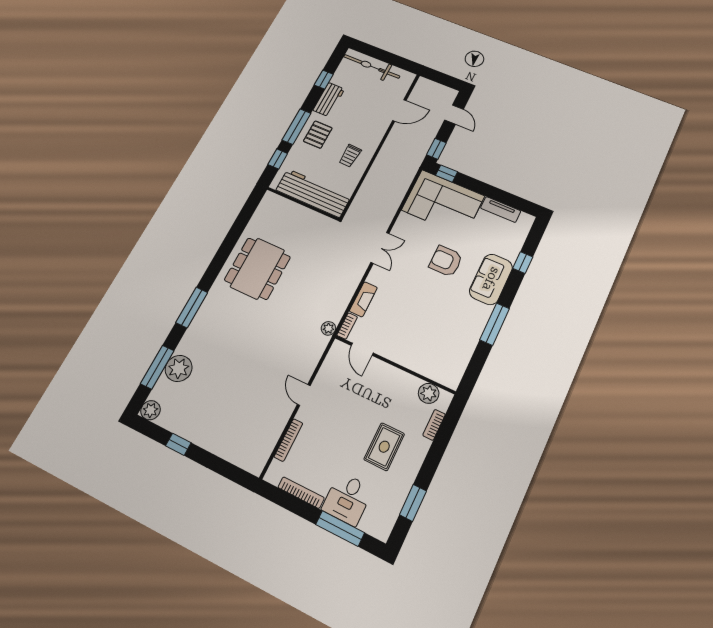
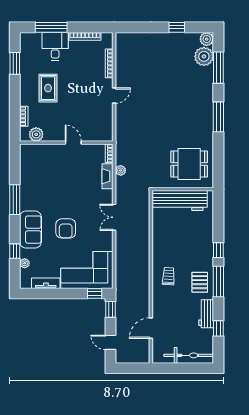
workbench: (313, 193) -> (180, 200), moved
wall: (303, 204) -> (183, 189), moved
plant: (517, 243) -> (25, 263), added
armchair: (446, 261) -> (66, 228), turned 90
dining table: (257, 269) -> (189, 164), width x0.73
plant: (328, 328) -> (121, 170), moved
door: (362, 349) -> (73, 143), moved
plant: (179, 368) -> (204, 56), moved
door: (304, 395) -> (114, 96), hinge flipped

